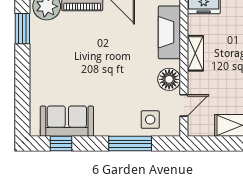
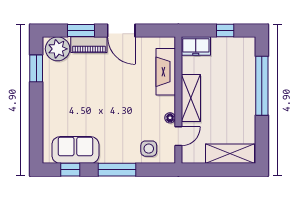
shelving: (195, 53) -> (191, 98), width x1.50, depth x1.33
floor lamp: (169, 79) -> (170, 118), width x0.53, depth x0.53
window: (130, 144) -> (117, 170), moved

